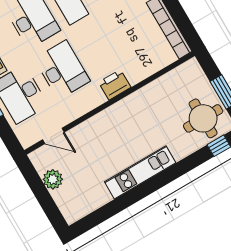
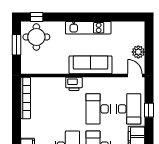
sofa: (107, 124) -> (91, 65), added
door: (53, 136) -> (135, 76), moved

